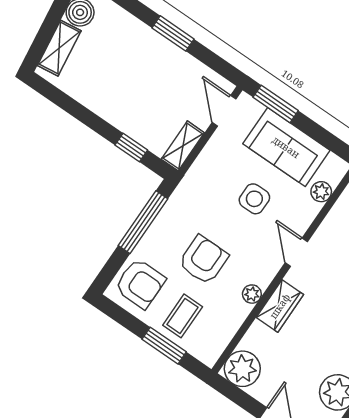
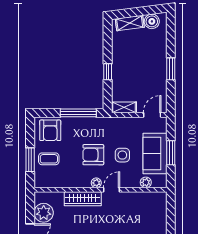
window: (276, 104) -> (171, 153), moved
window: (131, 148) -> (108, 72), moved
armchair: (203, 260) -> (93, 155), moved, turned 180
plant: (252, 294) -> (96, 183), moved
wardrobe: (280, 306) -> (83, 199), width x1.50
plant: (242, 369) -> (44, 213), moved

